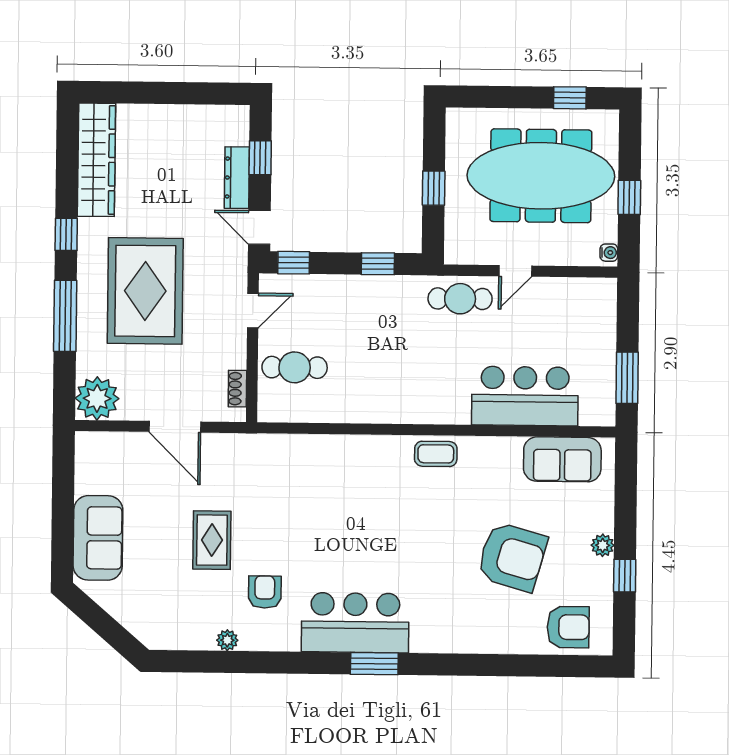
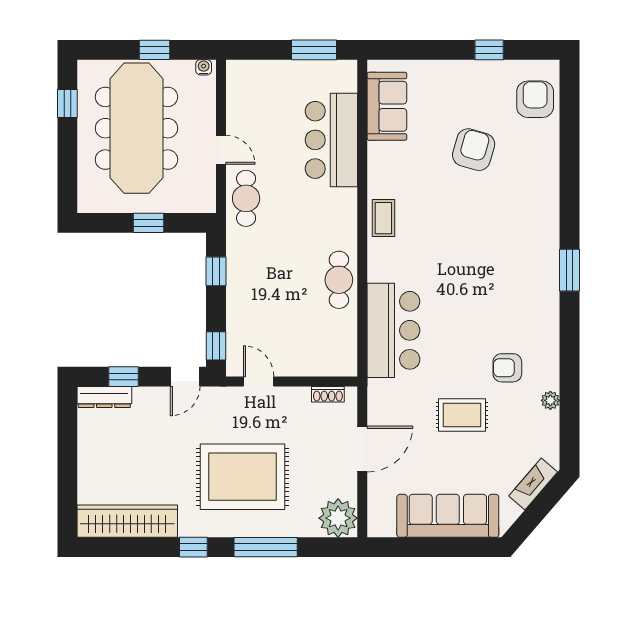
dresser: (237, 178) -> (104, 397), moved
cafe table: (295, 367) -> (339, 280), moved
sofa: (98, 538) -> (448, 516), width x1.36
plant: (603, 545) -> (462, 70), removed
armchair: (512, 557) -> (474, 150), width x0.73, depth x0.73
fireplace: (133, 620) -> (533, 484), added
bar counter: (355, 623) -> (393, 330), moved, turned 180

